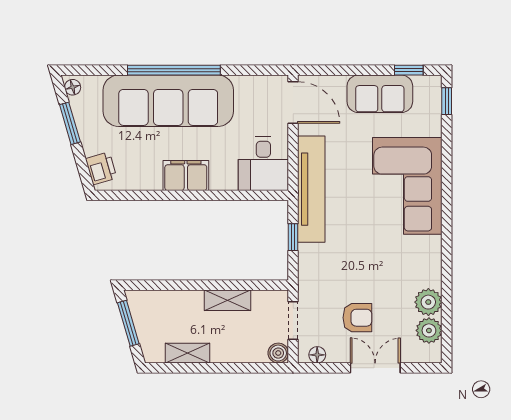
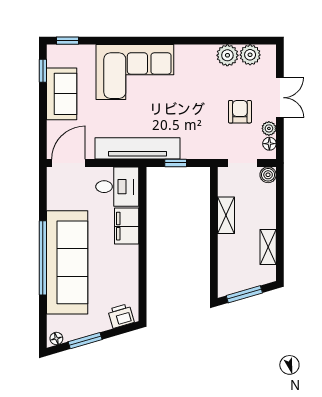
filing cabinet: (186, 176) -> (127, 226), moved
plant: (336, 354) -> (269, 128), added
double door: (375, 368) -> (280, 98), swing flipped

